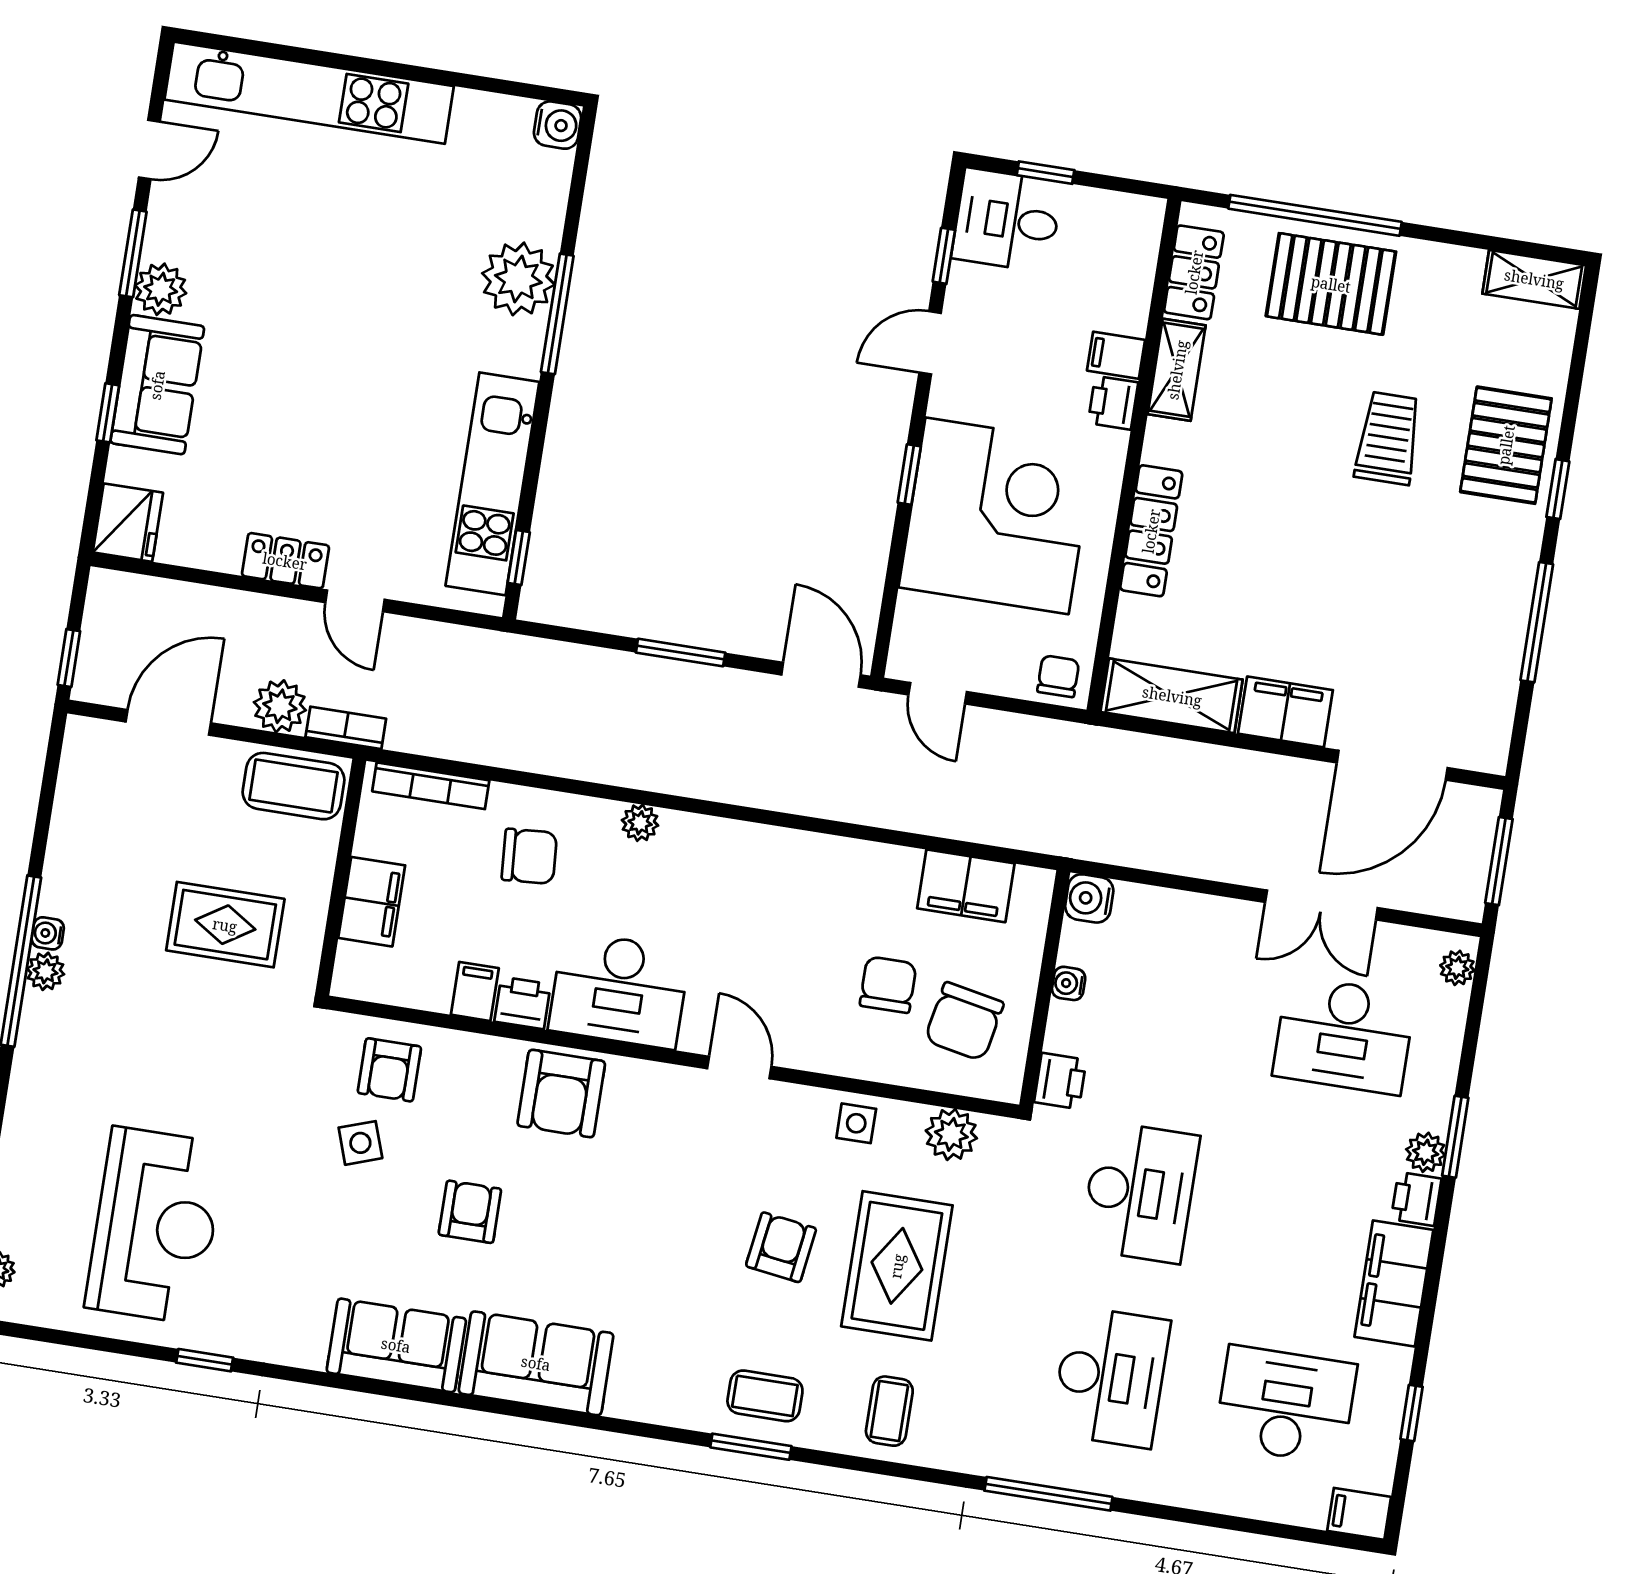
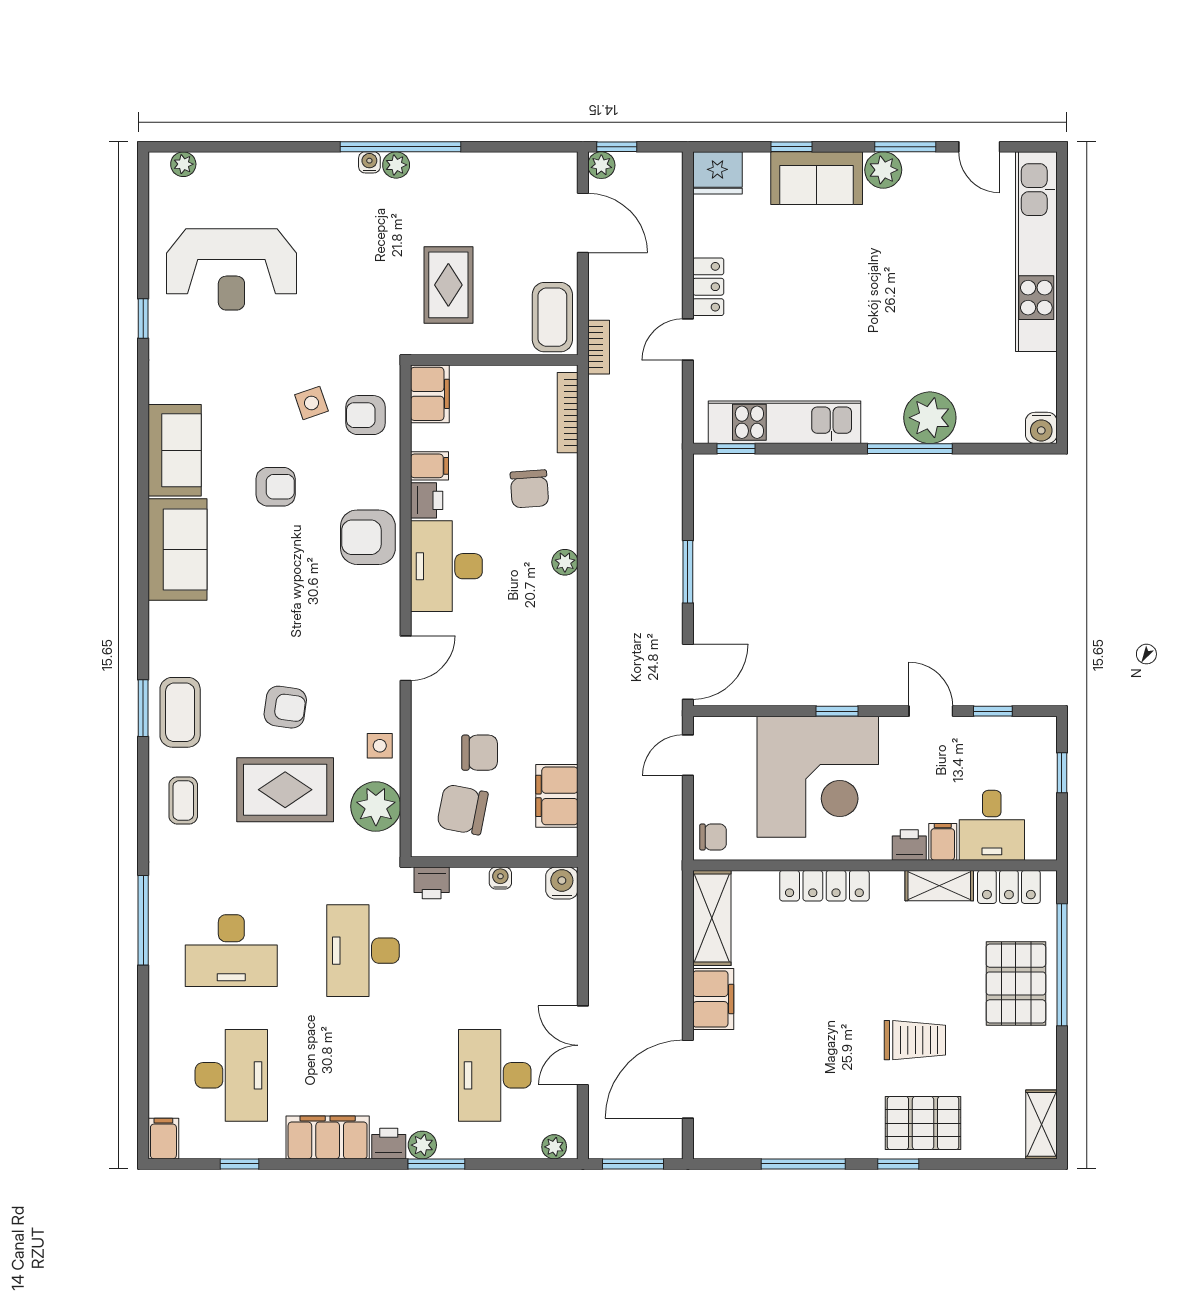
desk: (1007, 220) -> (992, 825), moved, turned 180
plant: (280, 706) -> (601, 165), moved, width x0.73, depth x0.73
door: (1392, 765) -> (688, 1079), hinge flipped
filing cabinet: (372, 902) -> (430, 394), moved, turned -90
water cooler: (48, 933) -> (369, 162), moved
plant: (951, 1134) -> (376, 806), width x1.36, depth x1.36
desk: (1140, 1192) -> (363, 951), turned 90
coffee table: (765, 1396) -> (180, 712), width x1.36, depth x1.30
coffee table: (889, 1411) -> (183, 800), turned 90

